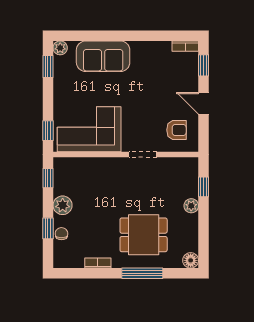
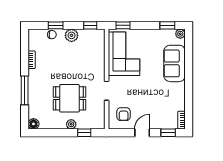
dining table: (144, 235) -> (69, 98), moved, turned 90

